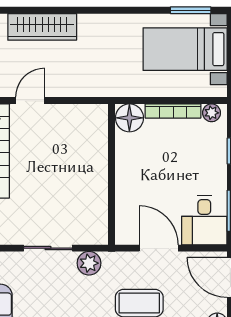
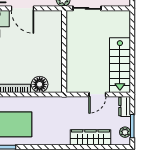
wall: (112, 174) -> (64, 51), moved

